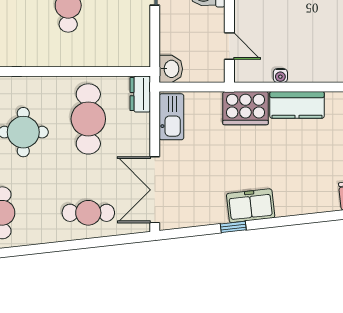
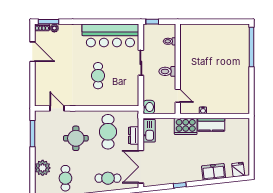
dresser: (140, 94) -> (134, 135), moved
freezer: (251, 206) -> (214, 172), moved

